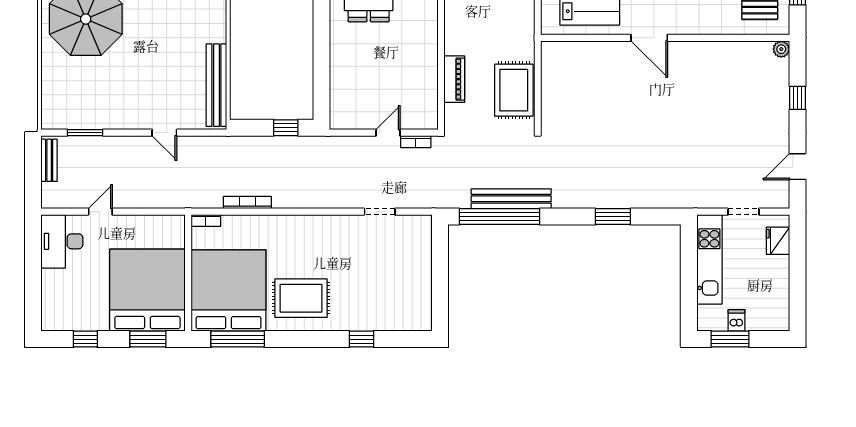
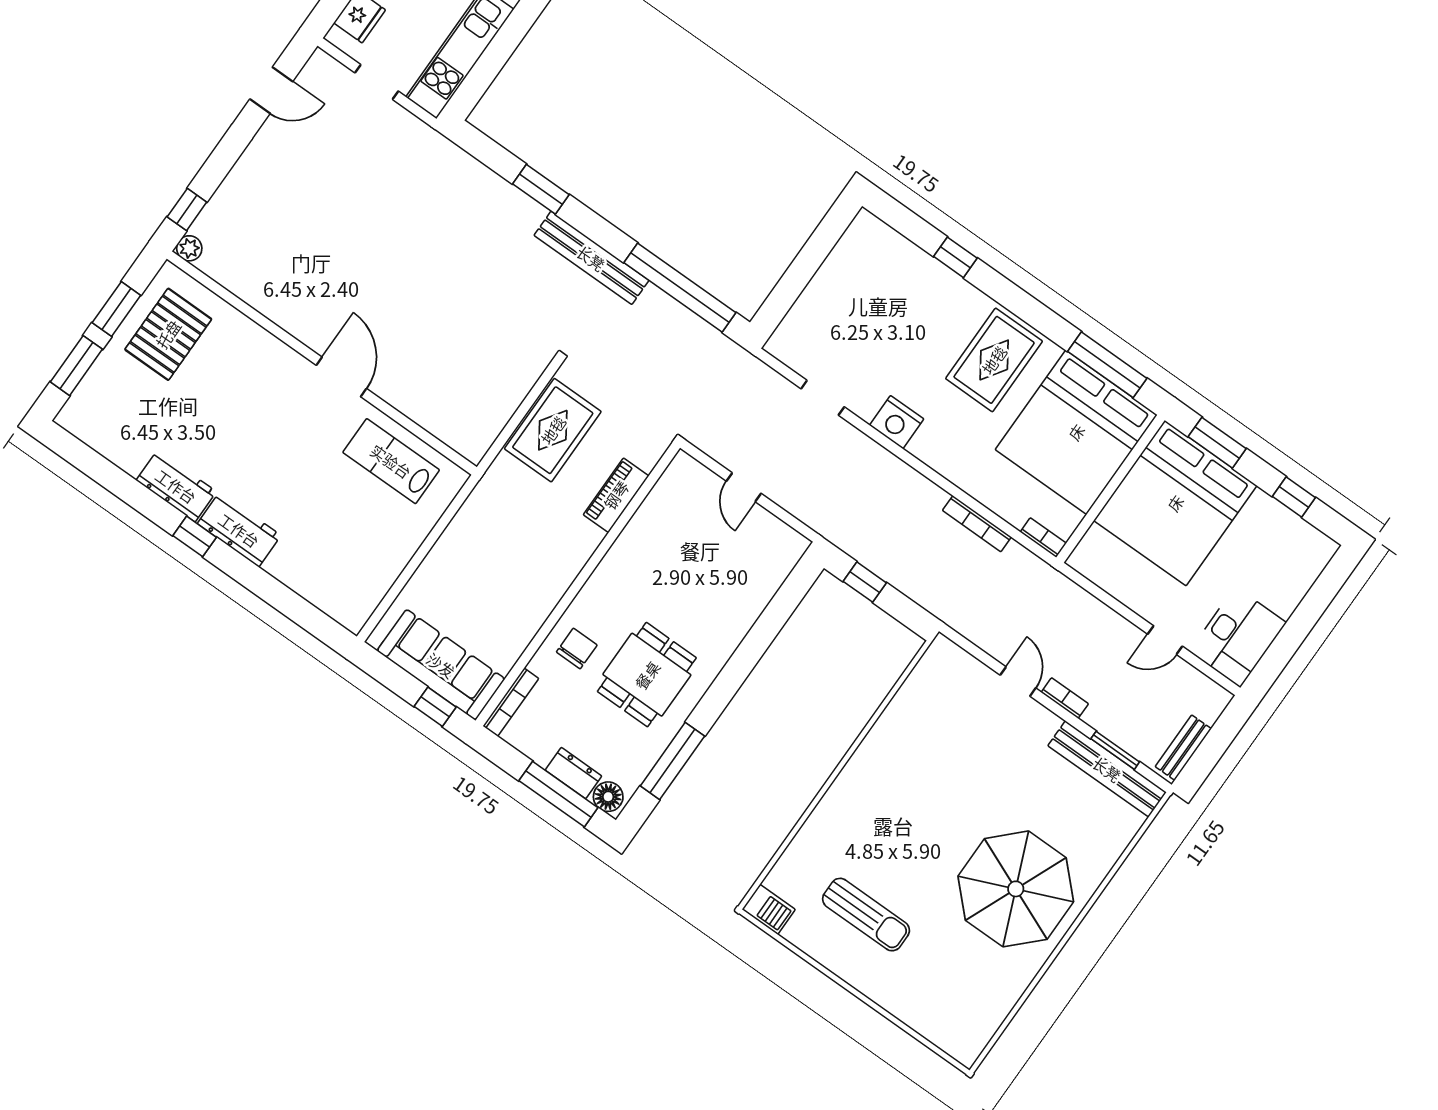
bench: (216, 85) -> (1107, 769), moved, turned 90
window: (798, 98) -> (187, 209), moved
door: (388, 133) -> (744, 487), hinge flipped
bookcase: (416, 142) -> (1065, 698), moved
bench: (511, 199) -> (591, 258), moved
nightstand: (330, 227) -> (897, 422), added
rug: (301, 298) -> (994, 360), turned 90

